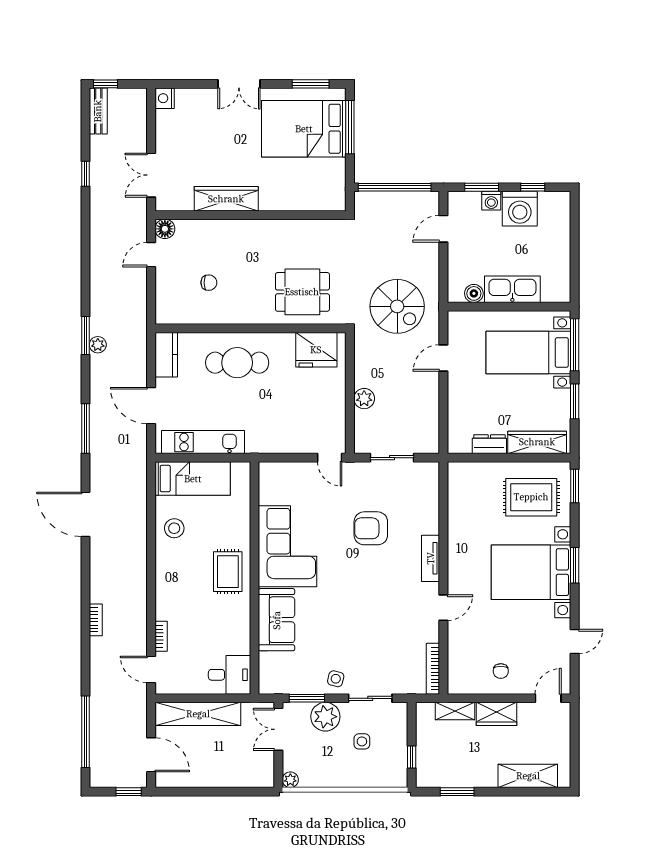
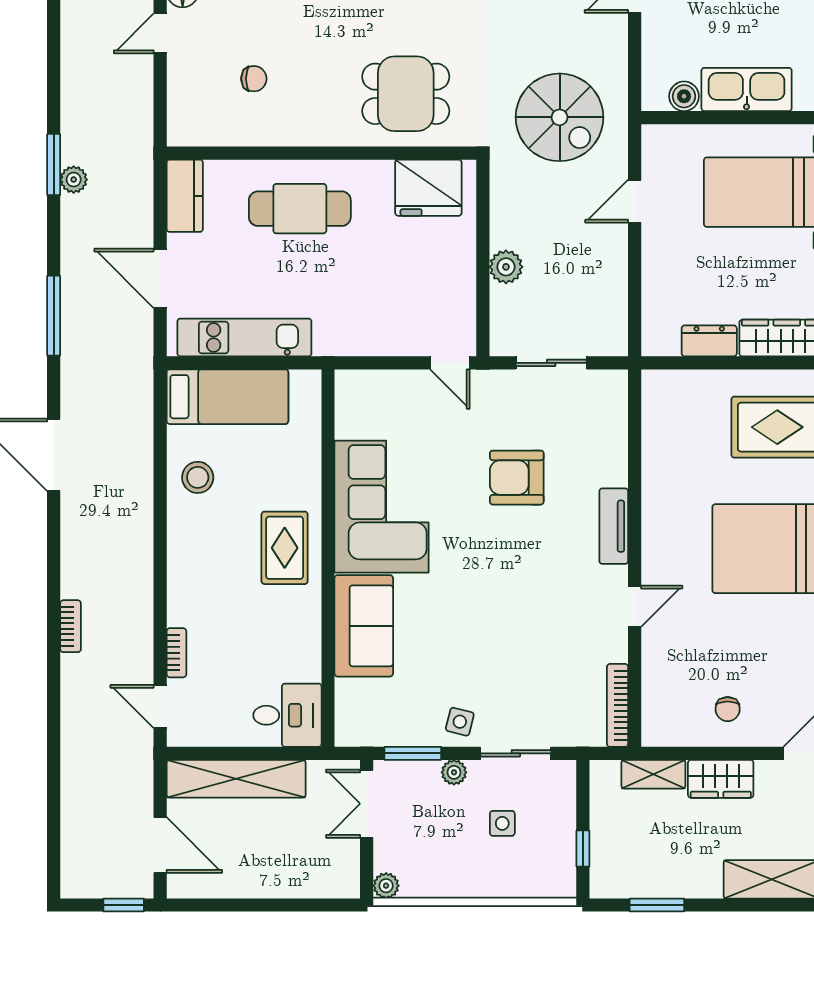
plant: (325, 717) -> (454, 772), width x0.53, depth x0.53
window: (85, 732) -> (54, 808), removed

